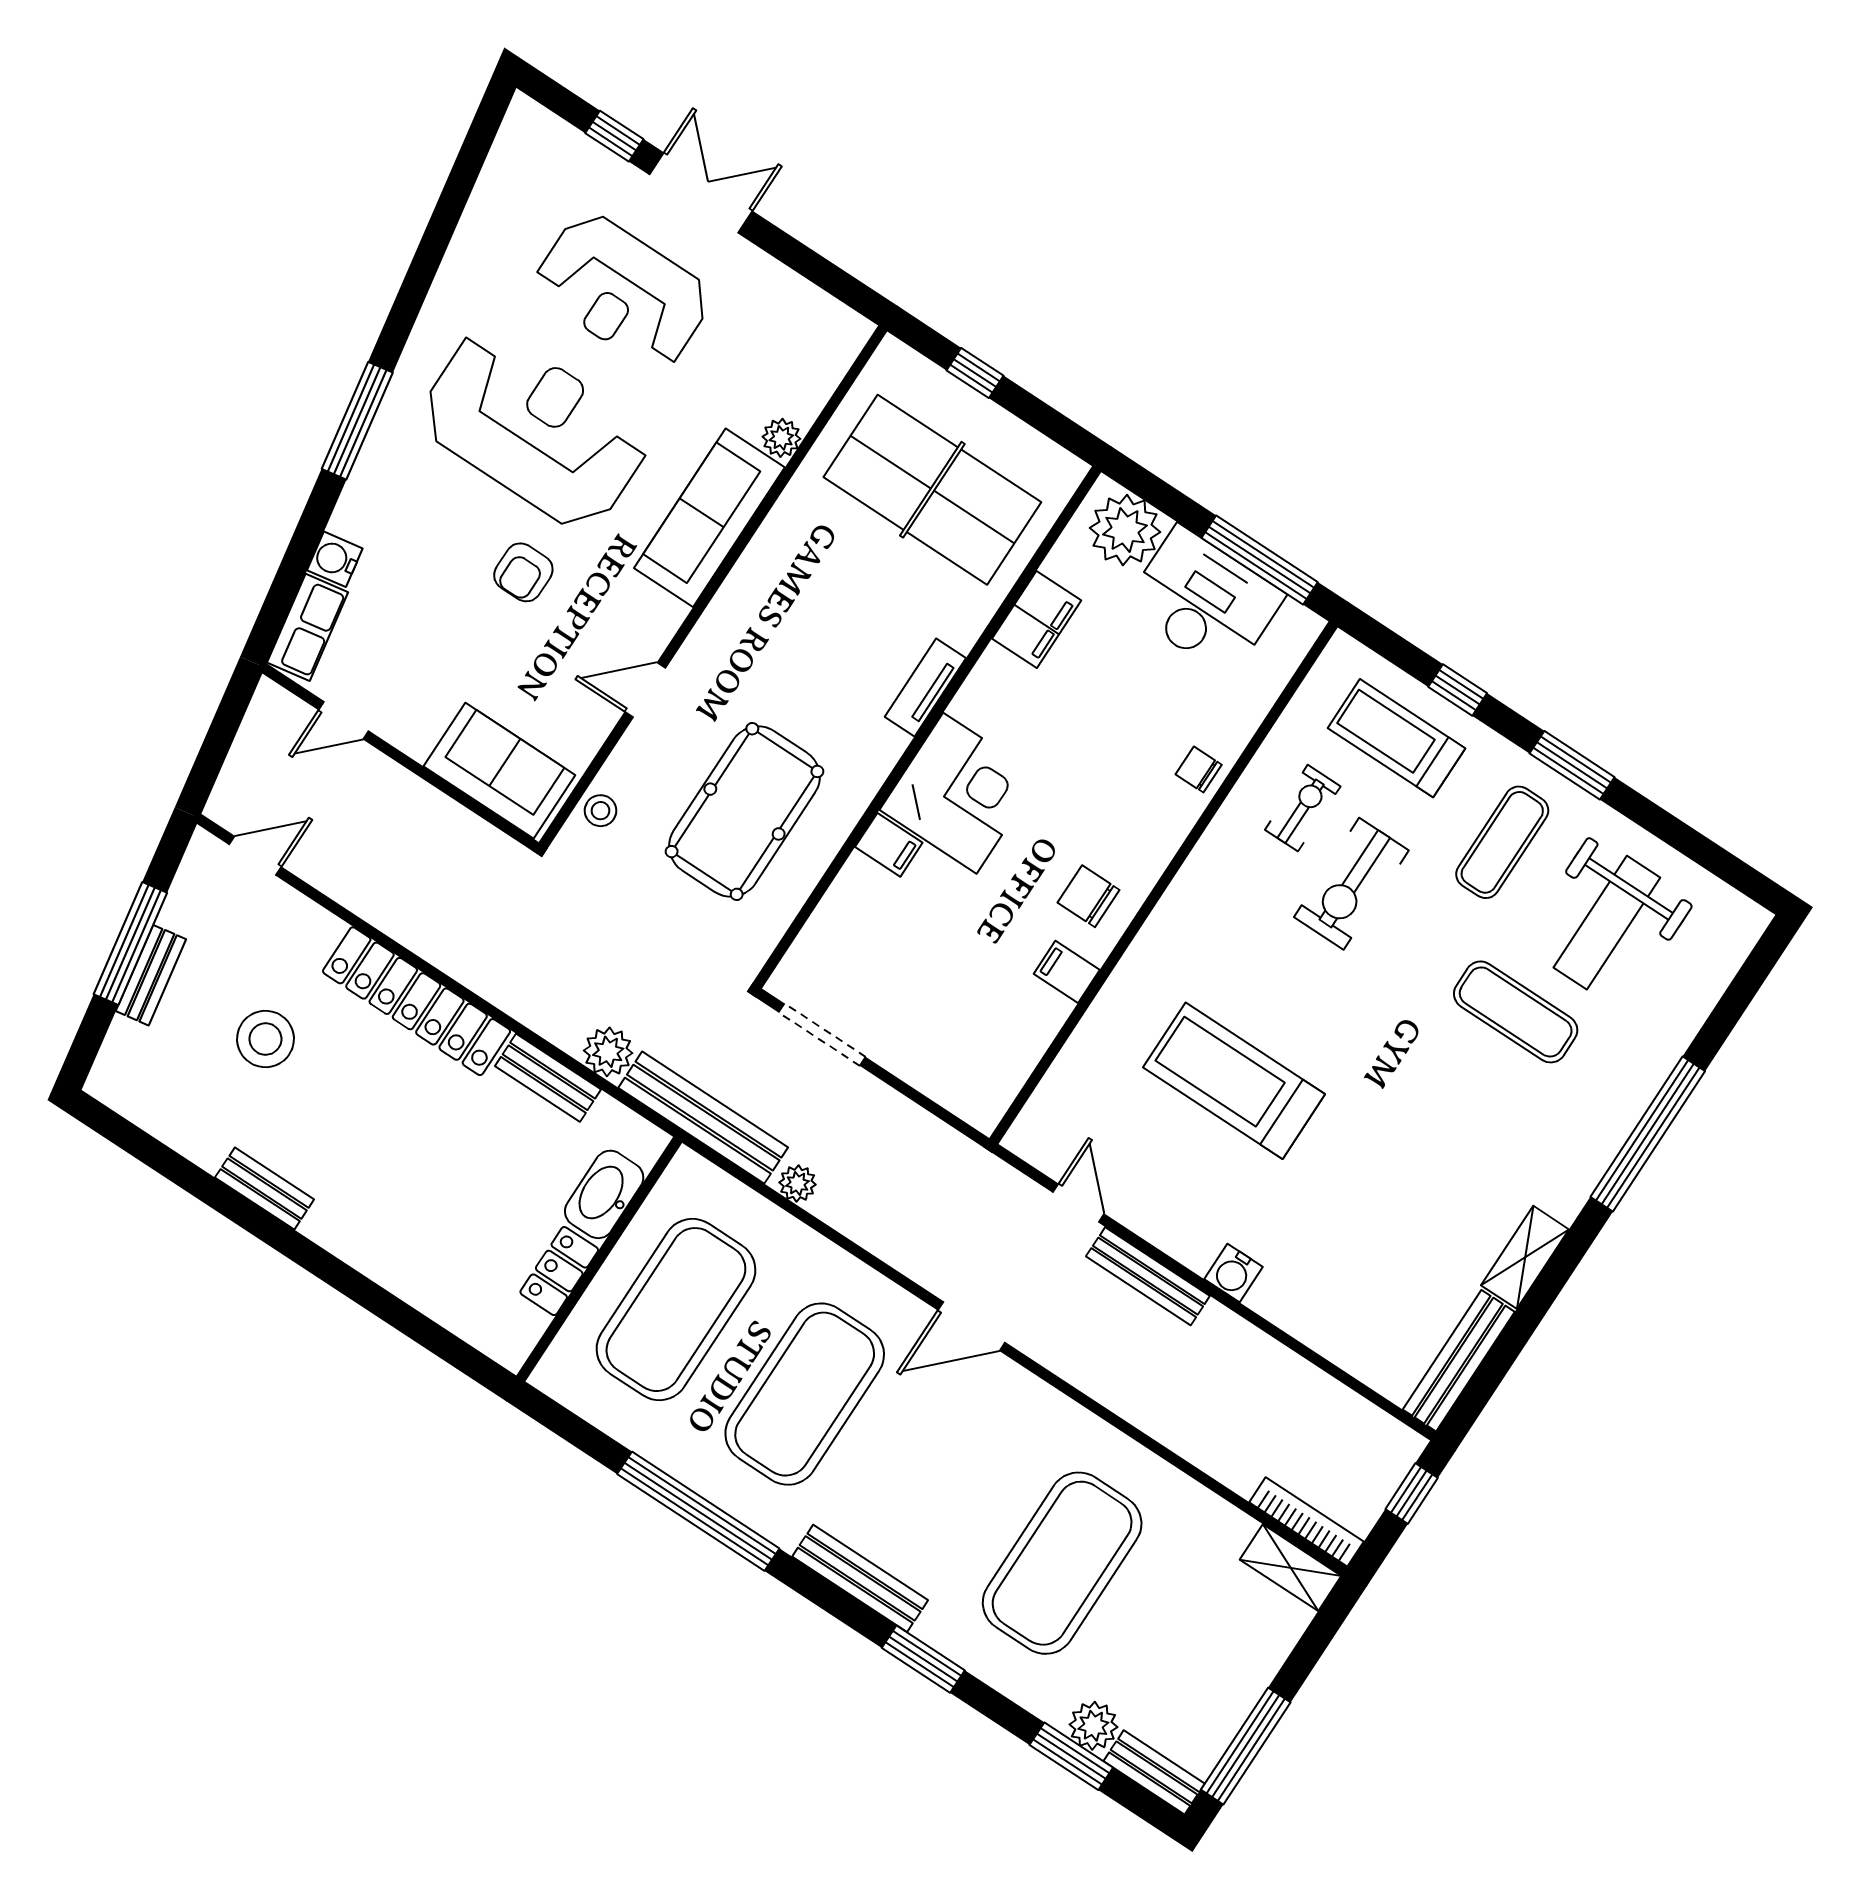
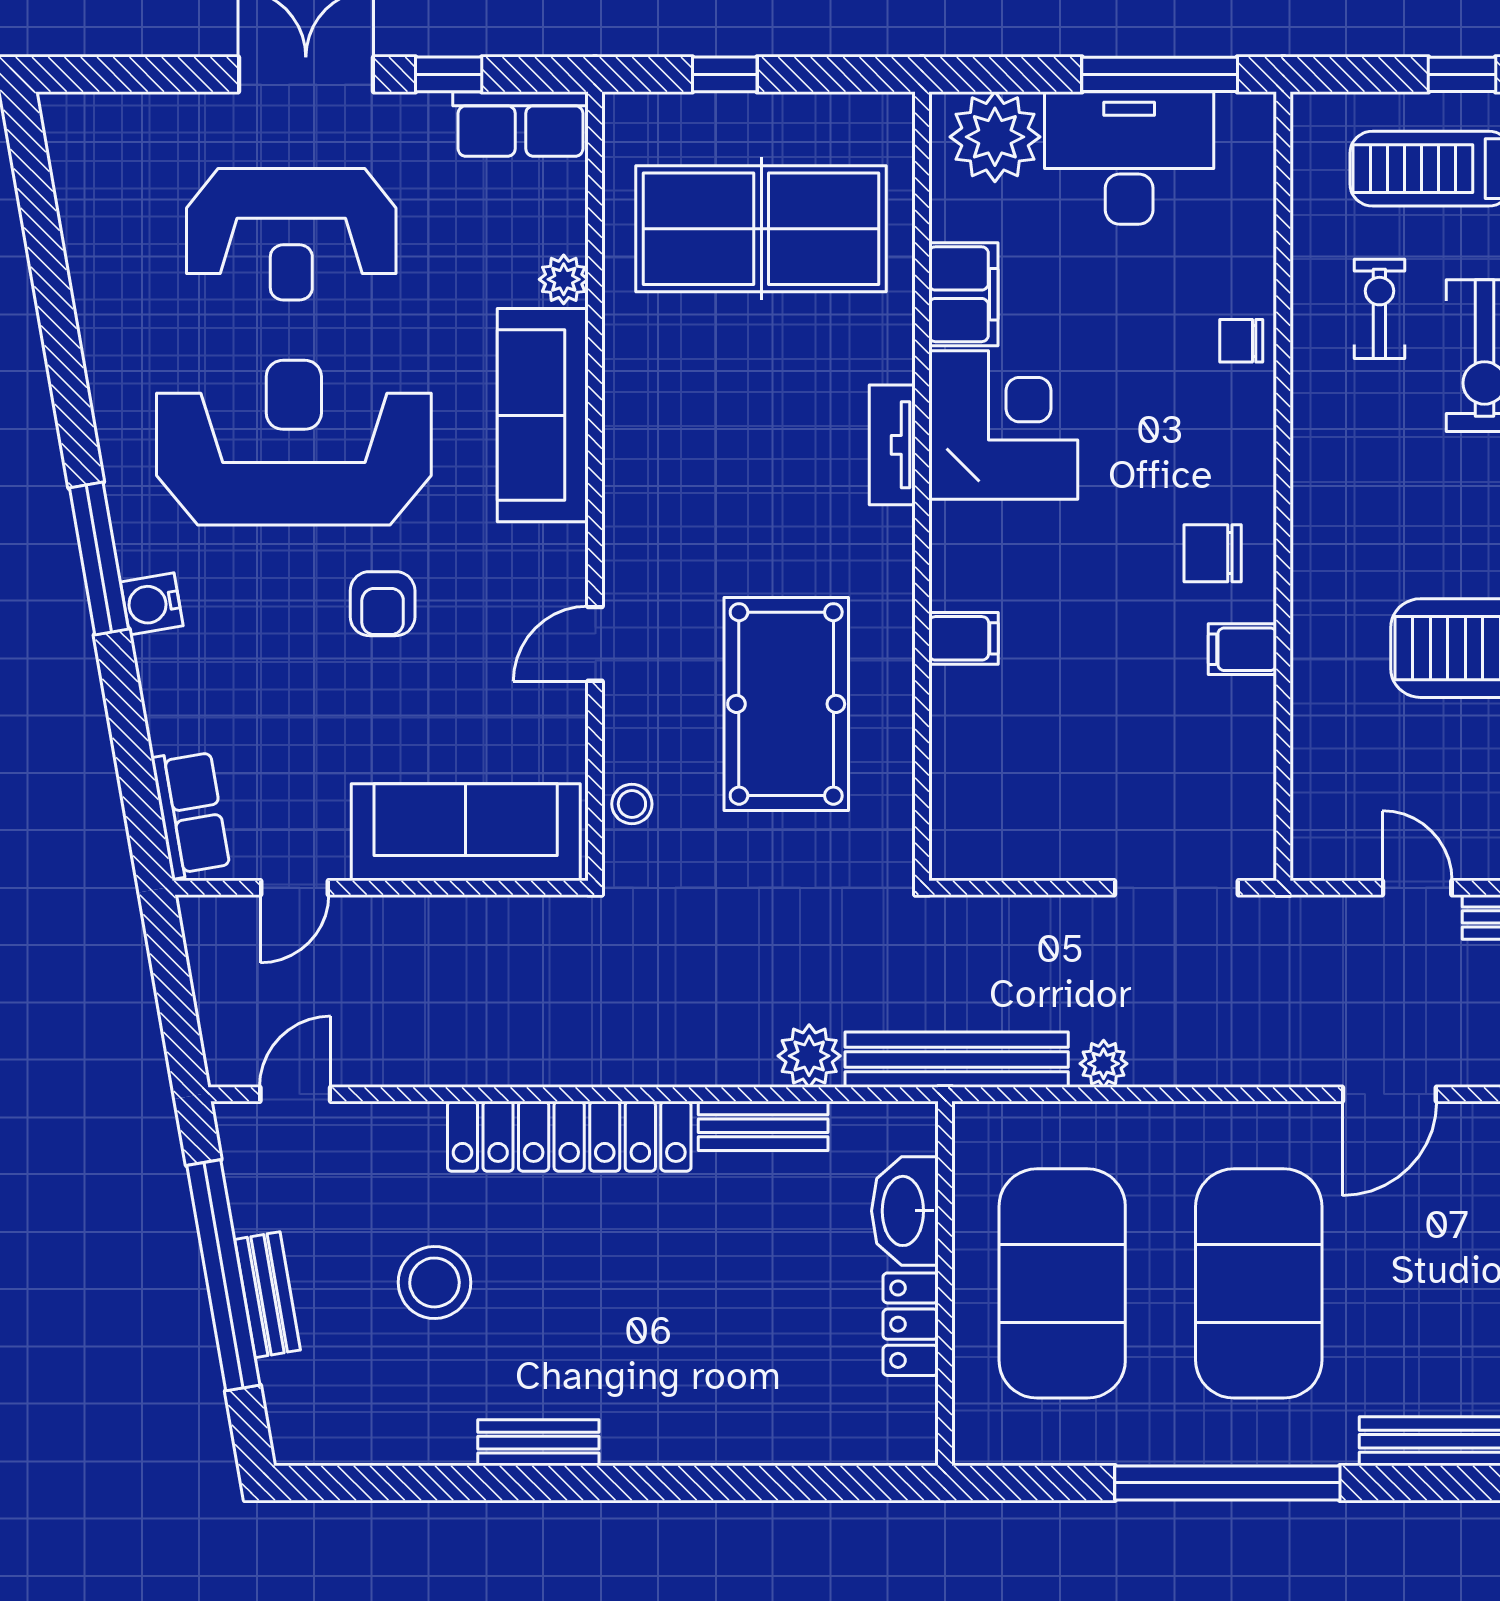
window: (614, 136) -> (449, 74), moved
row of seats: (820, 318) -> (521, 124), added
water cooler: (335, 559) -> (152, 604), moved
sofa: (499, 771) -> (466, 832), width x1.36
corner desk: (960, 793) -> (1003, 425), moved
window: (130, 943) -> (223, 1275), width x1.46
doorway: (822, 1035) -> (1176, 888), moved

